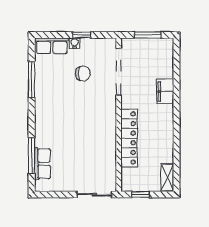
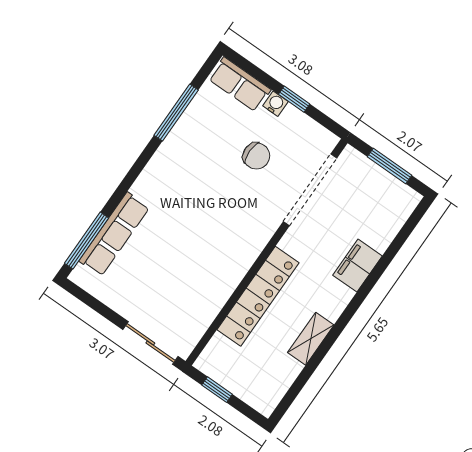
window: (32, 156) -> (87, 241), moved
row of seats: (42, 164) -> (114, 234), width x1.48
shelving: (167, 178) -> (311, 339), moved

